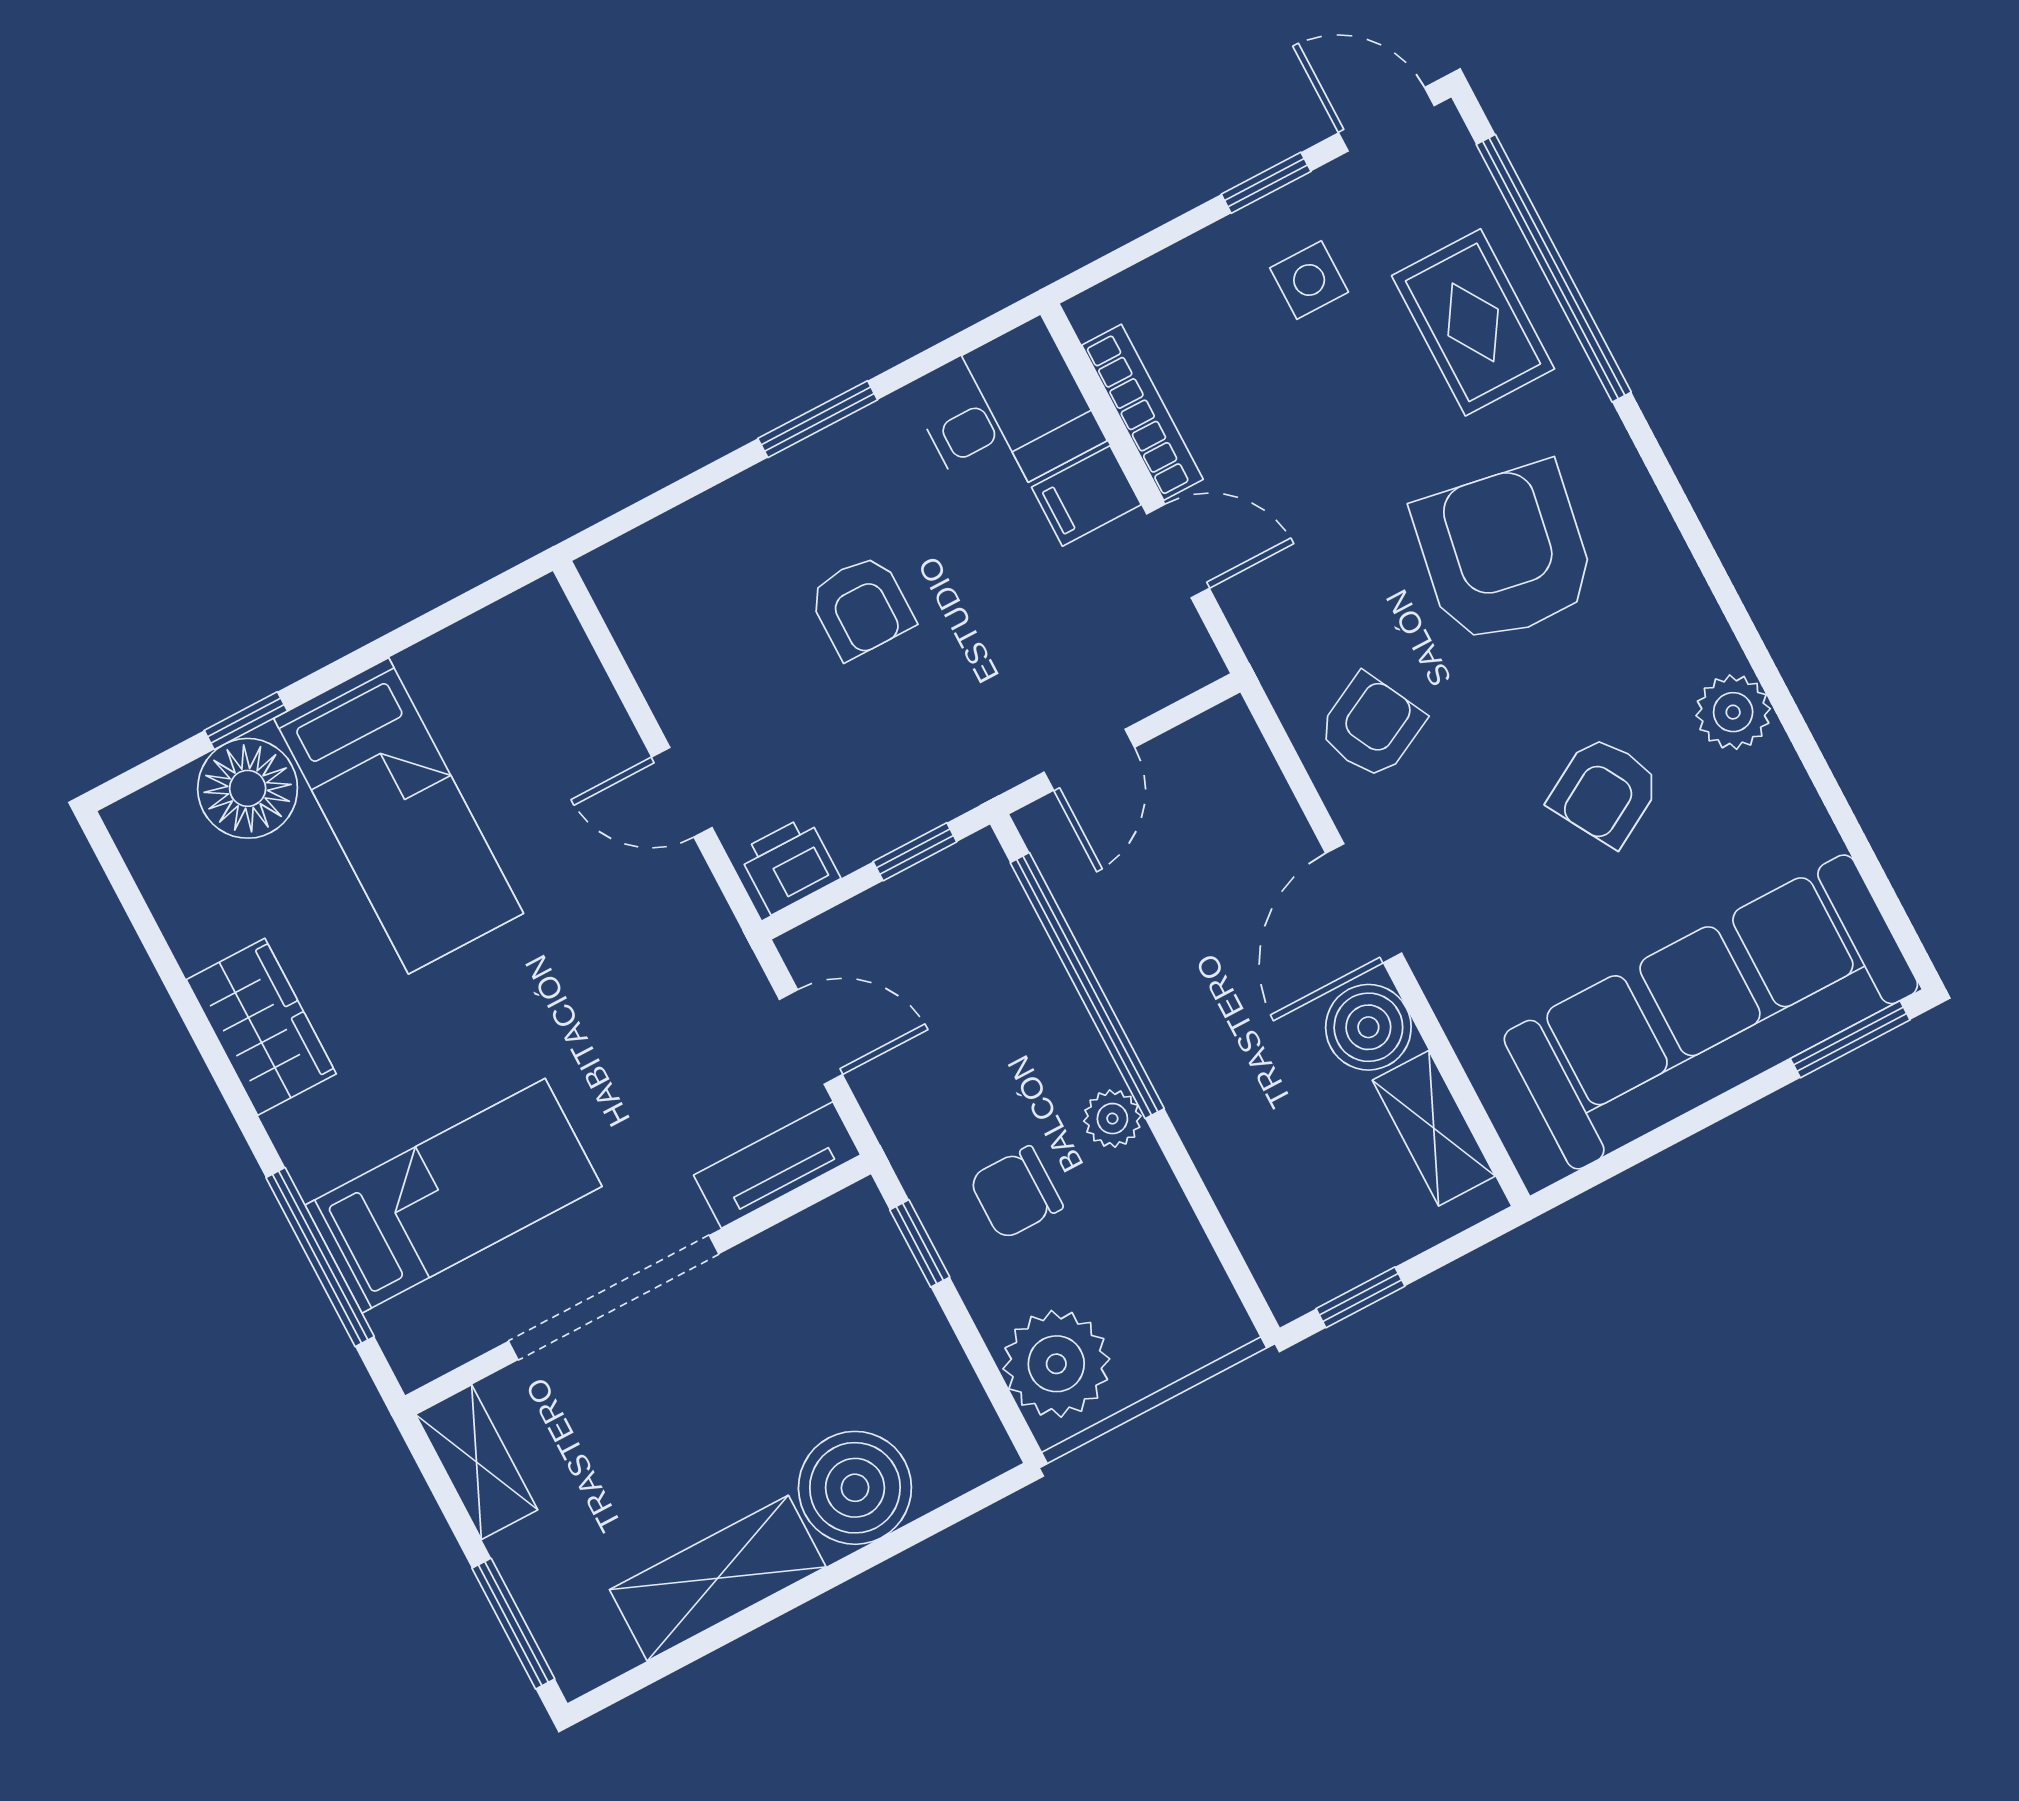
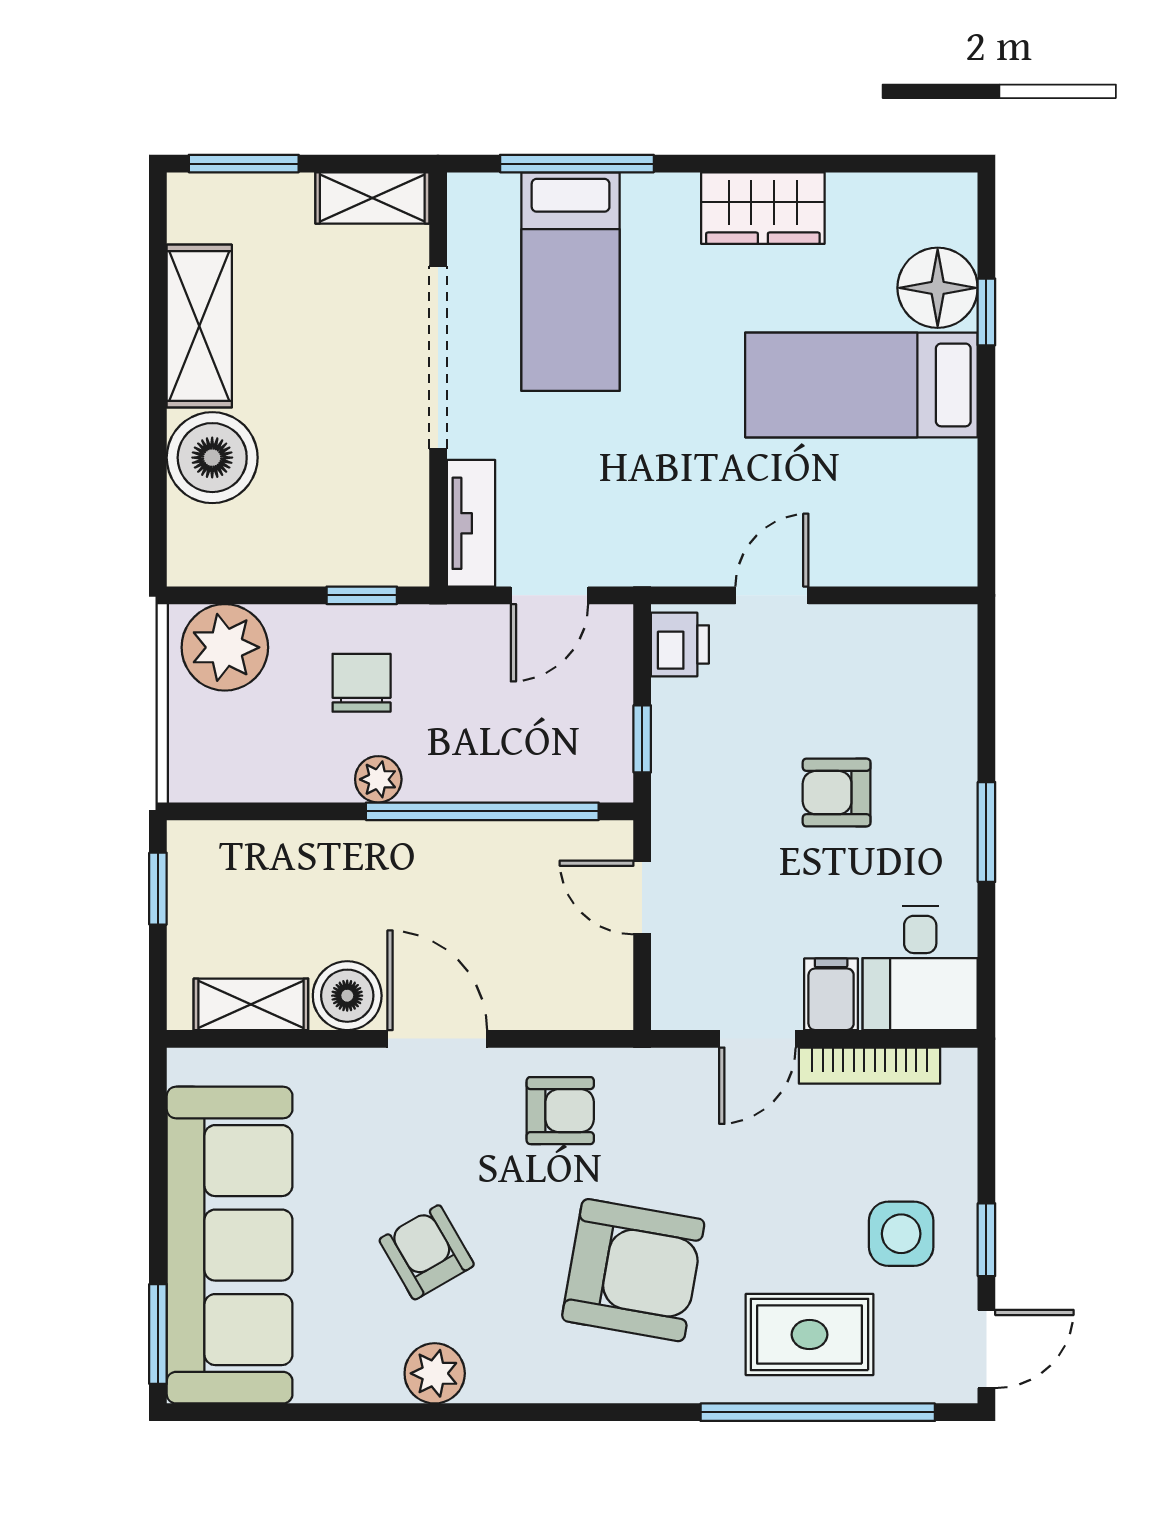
side table: (1309, 280) -> (901, 1234), width x1.37, depth x1.37
armchair: (1371, 726) -> (560, 1111), turned -63

